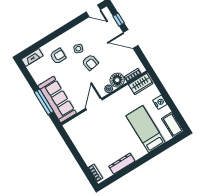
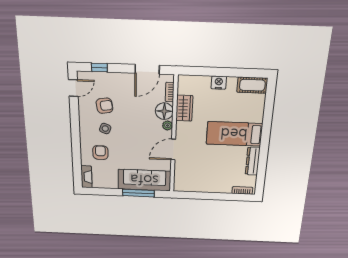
door: (131, 39) -> (147, 69), moved
armchair: (90, 63) -> (104, 106), moved
wardrobe: (141, 84) -> (184, 108), moved
door: (94, 104) -> (173, 149), hinge flipped
bed: (146, 129) -> (234, 134), moved

